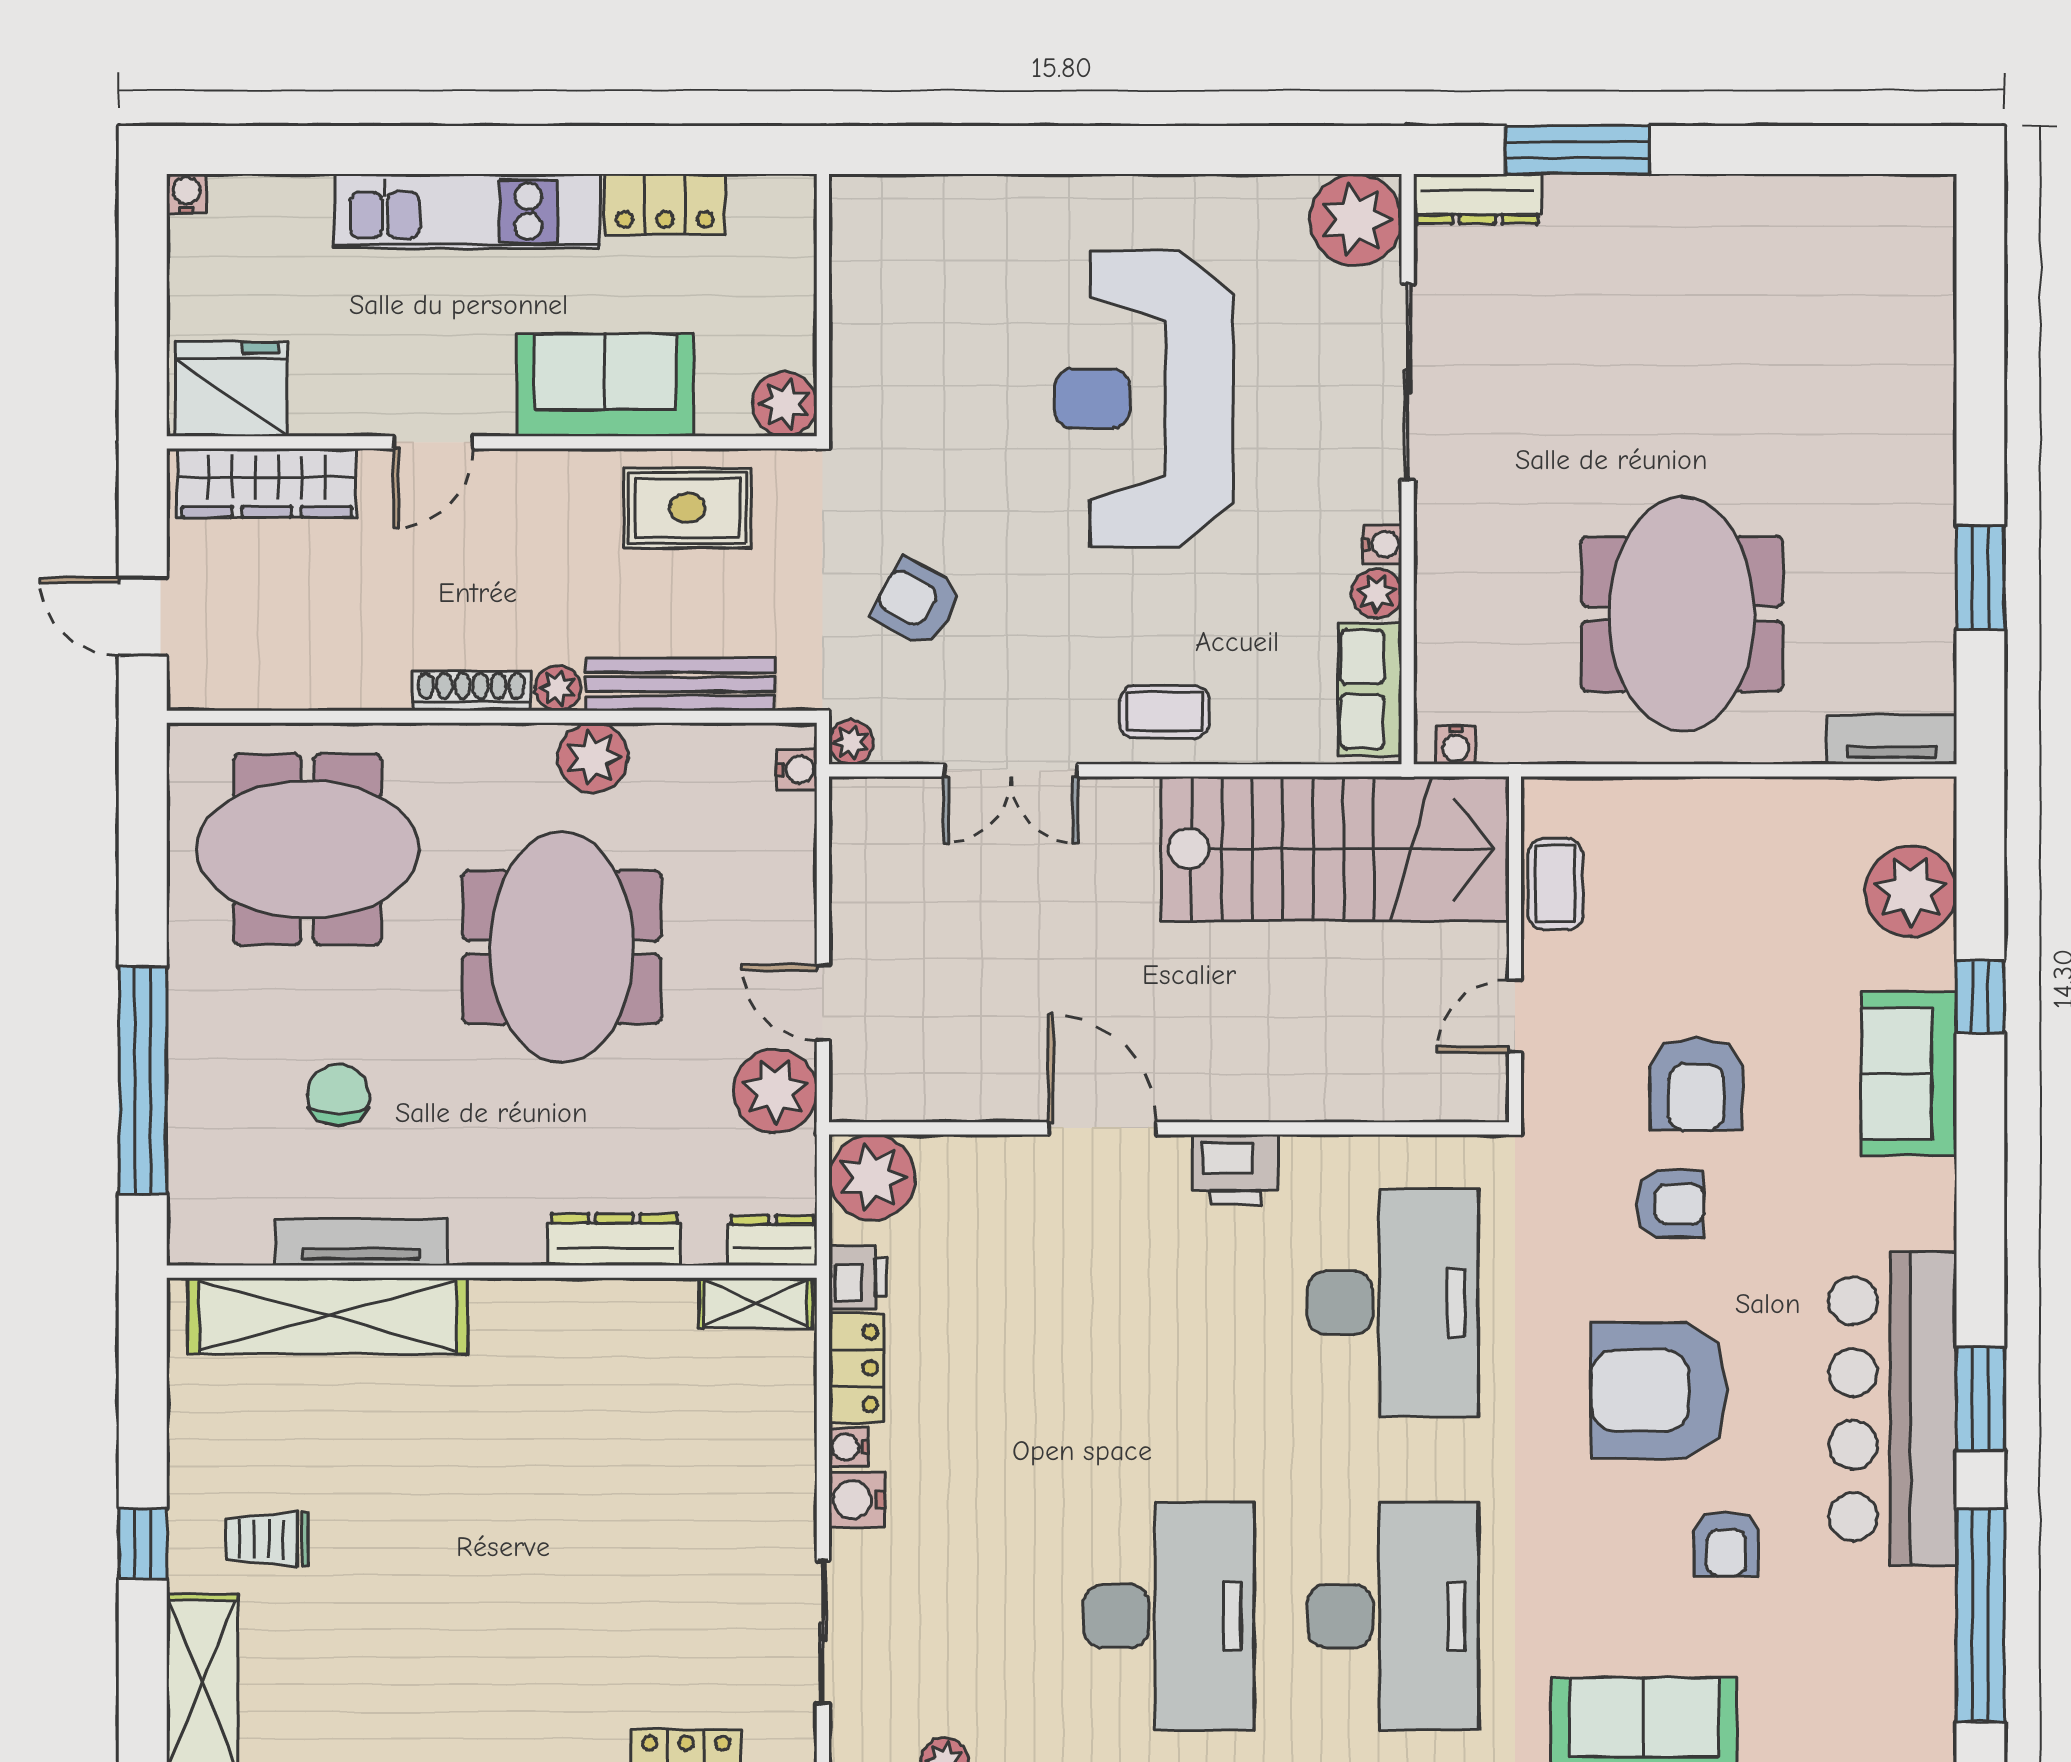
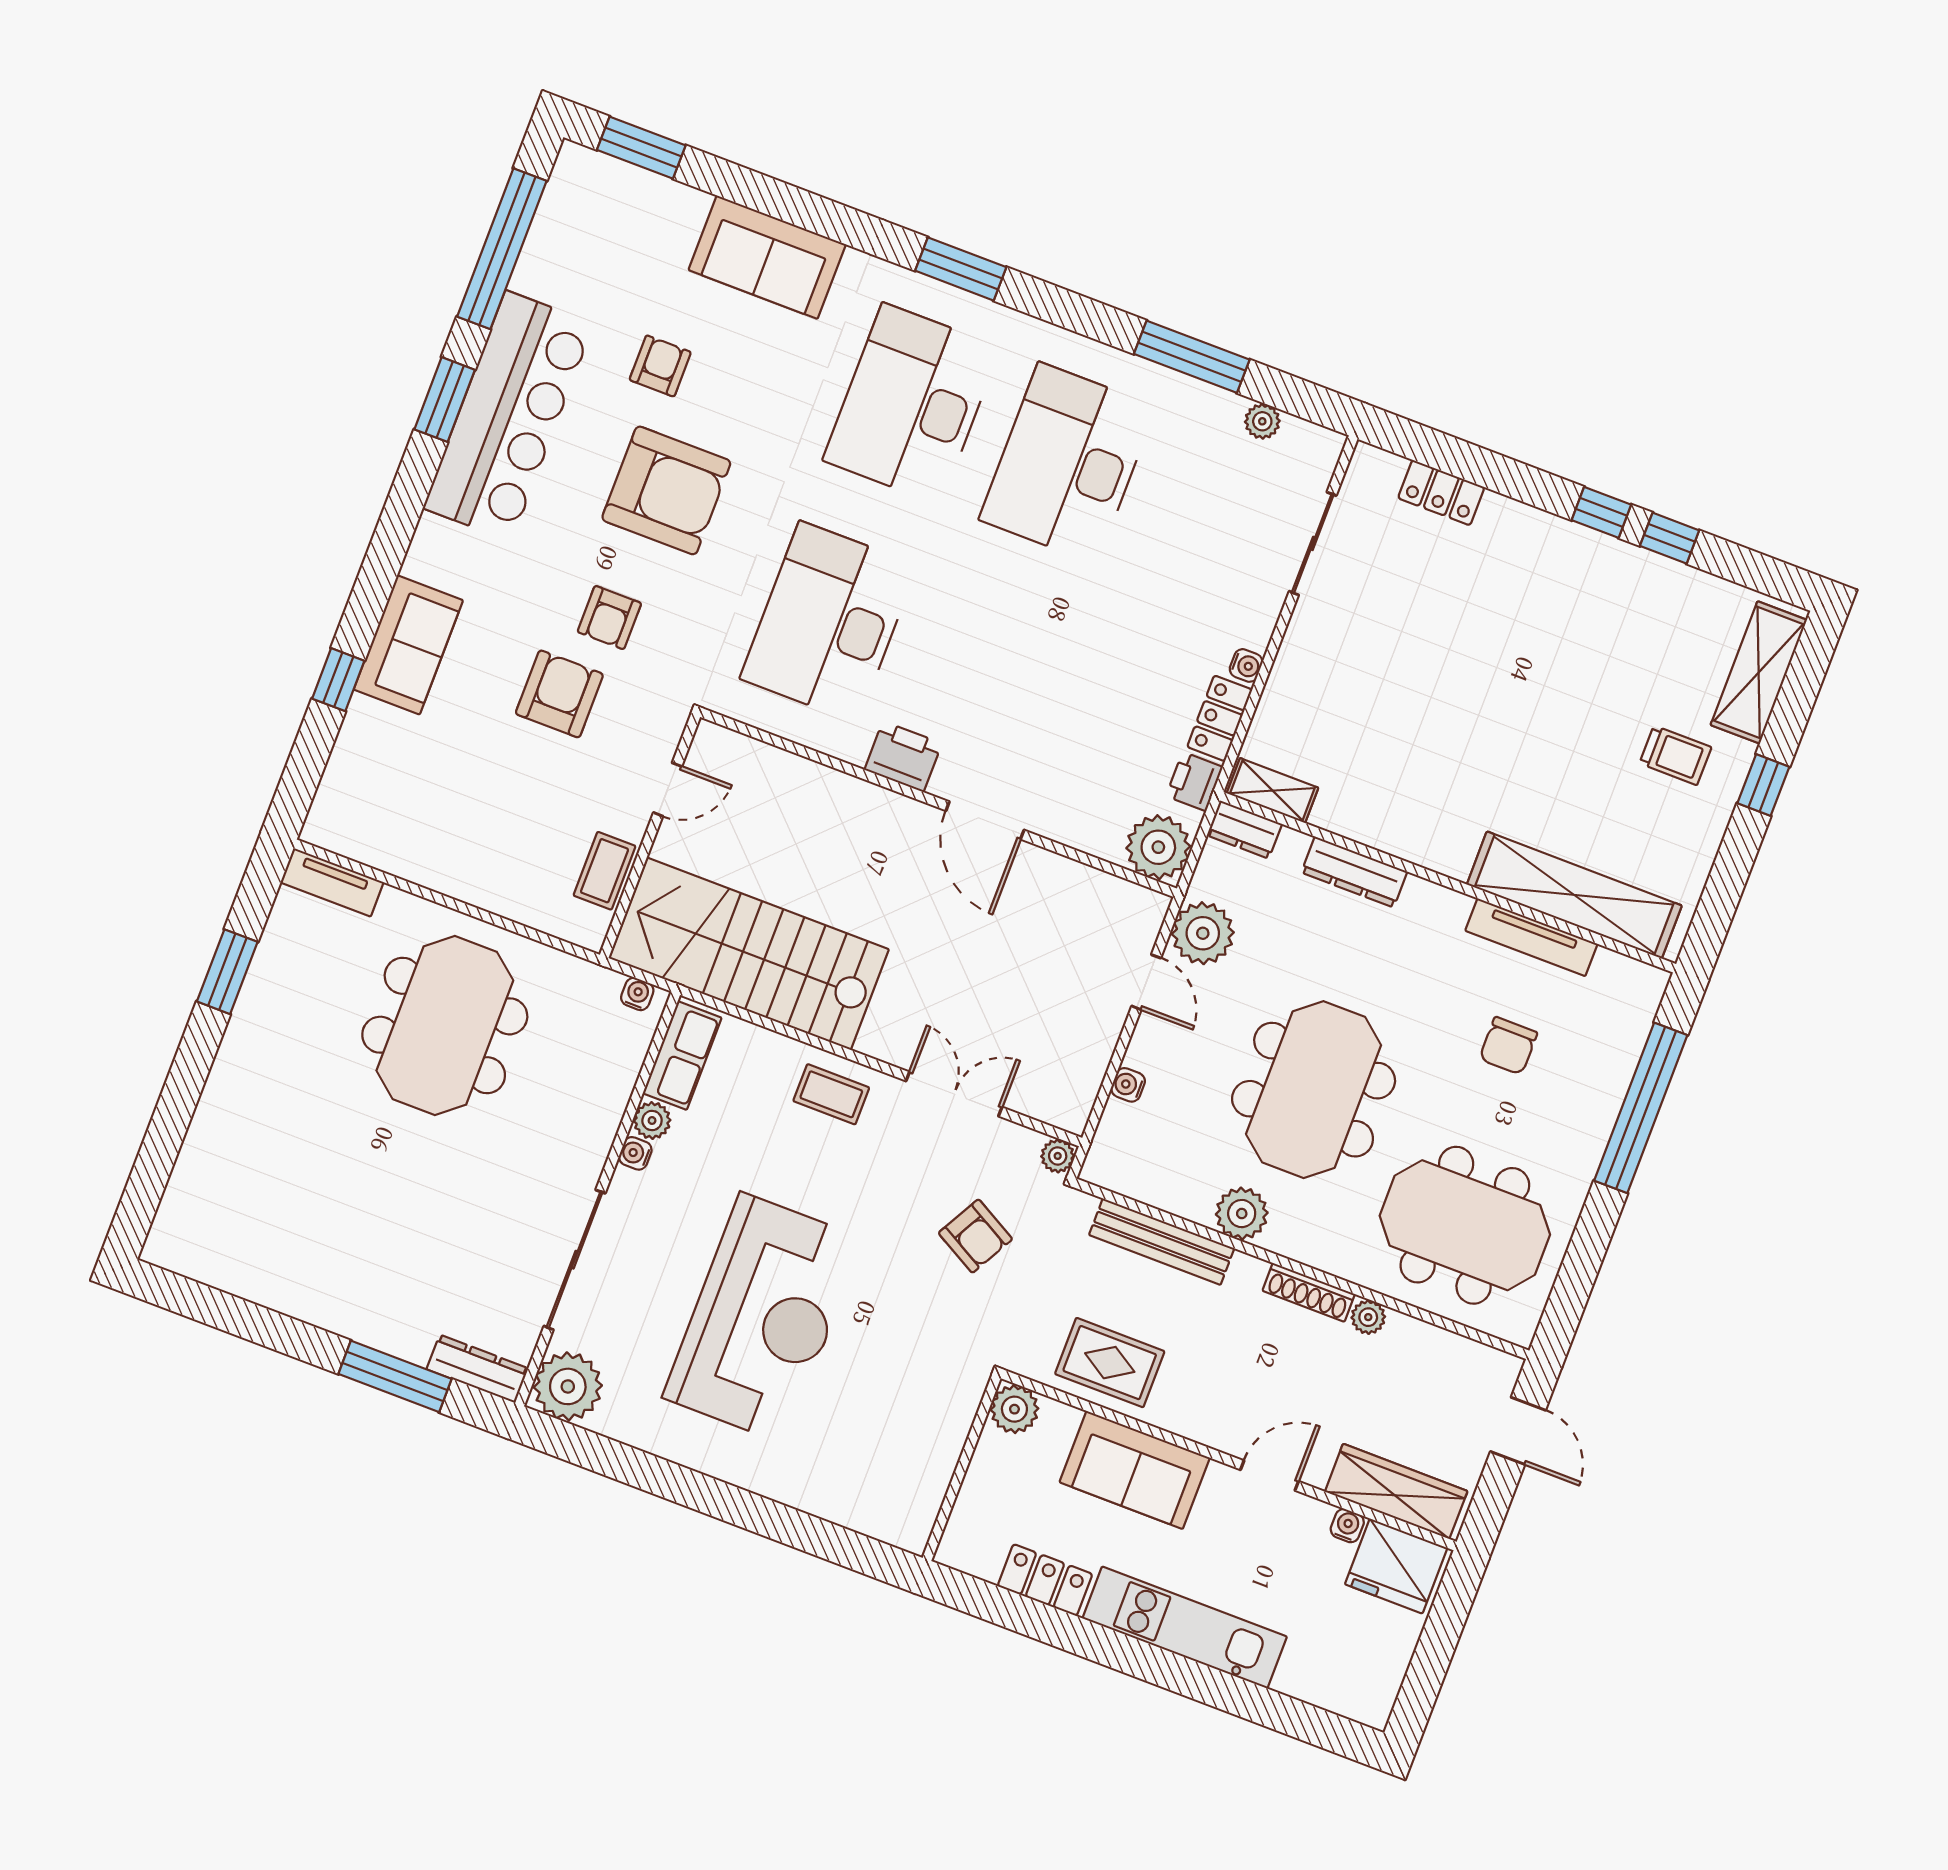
water cooler: (187, 194) -> (1347, 1526), moved, turned 180
plant: (558, 688) -> (1368, 1317), moved
water cooler: (797, 770) -> (1128, 1085), moved
plant: (1911, 891) -> (359, 772), removed
armchair: (1670, 1204) -> (609, 618), turned -90
water cooler: (857, 1499) -> (1254, 627), removed

